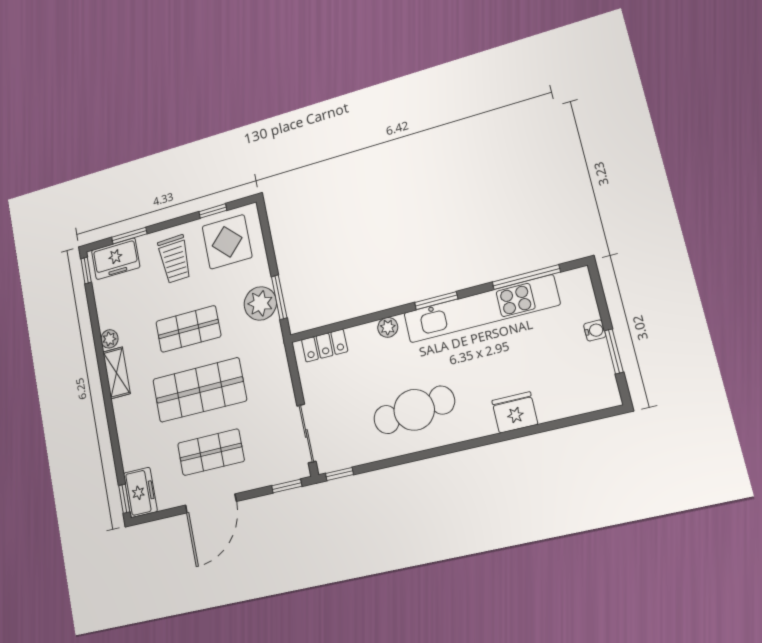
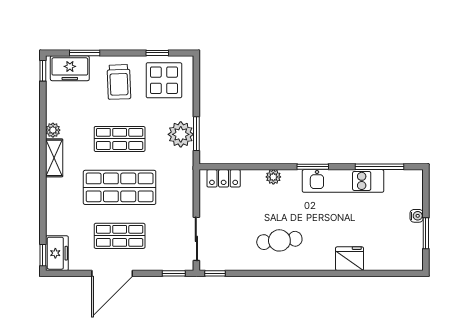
kitchen unit: (481, 309) -> (343, 181), width x0.73
cafe table: (414, 410) -> (279, 240), width x0.73, depth x0.74

